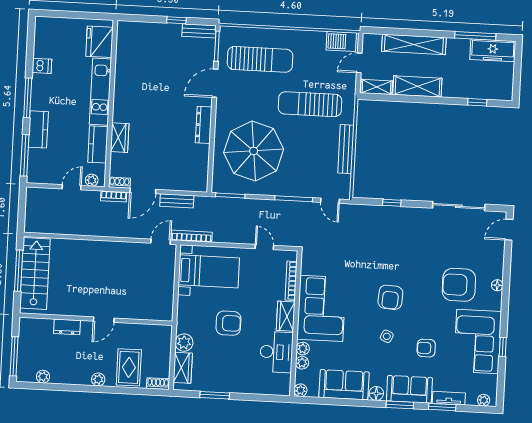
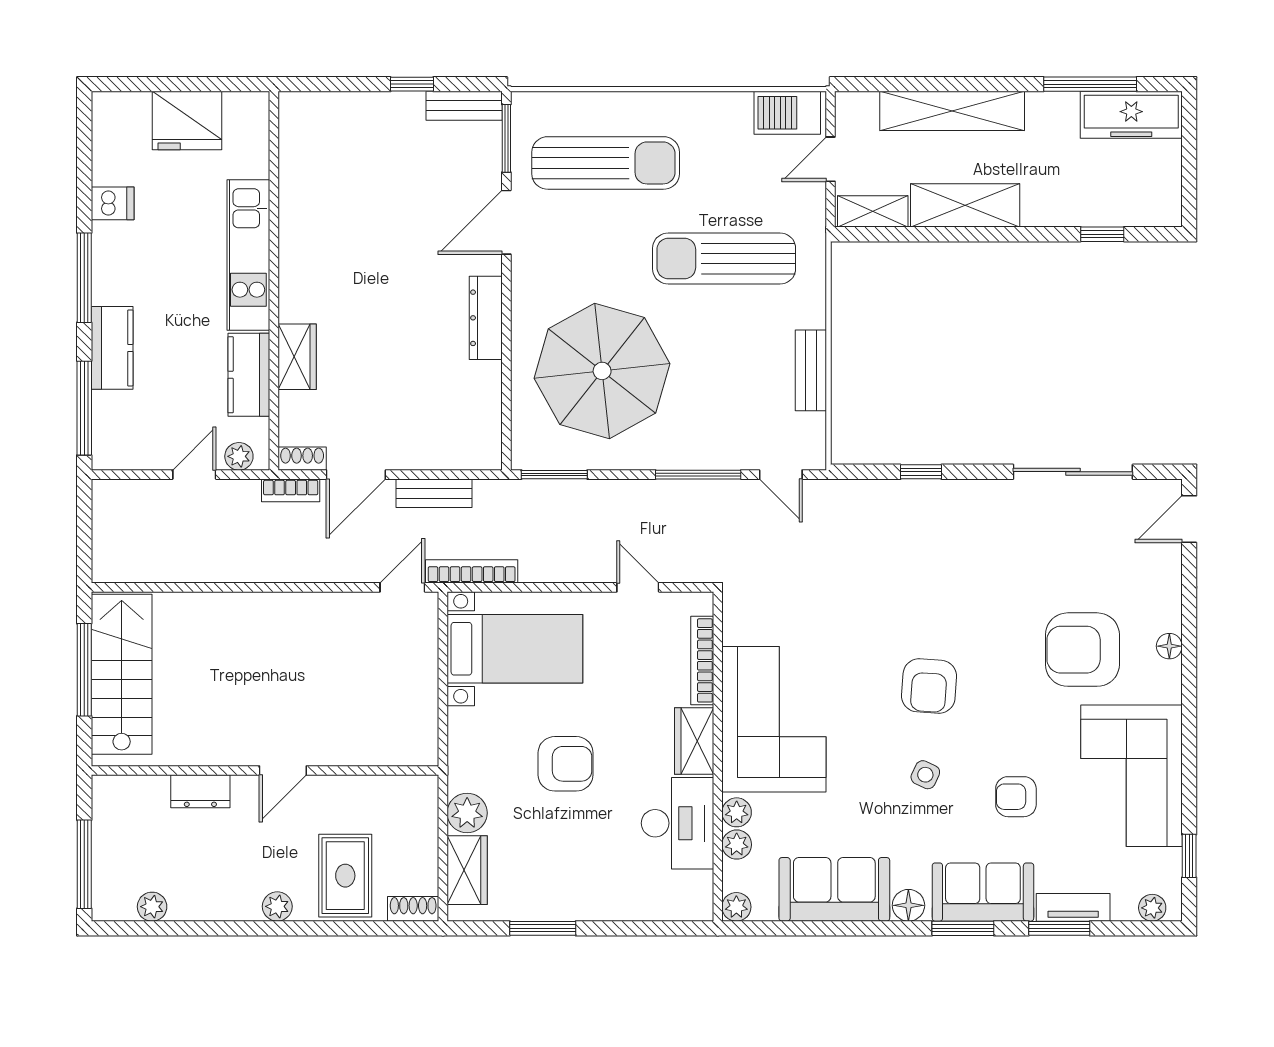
fridge: (100, 42) -> (187, 121), moved, turned -90
bench: (346, 149) -> (811, 370), width x0.73
window: (503, 347) -> (1189, 856), moved

